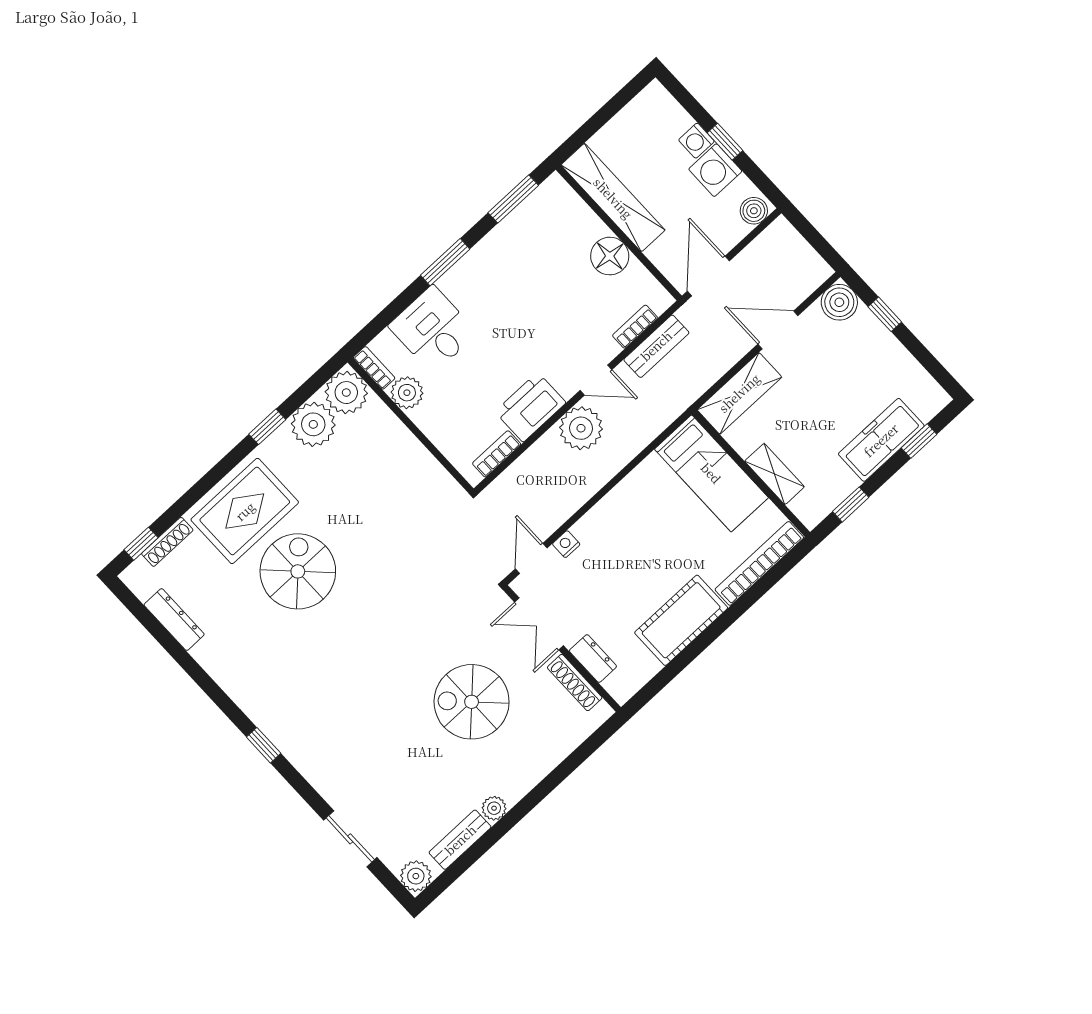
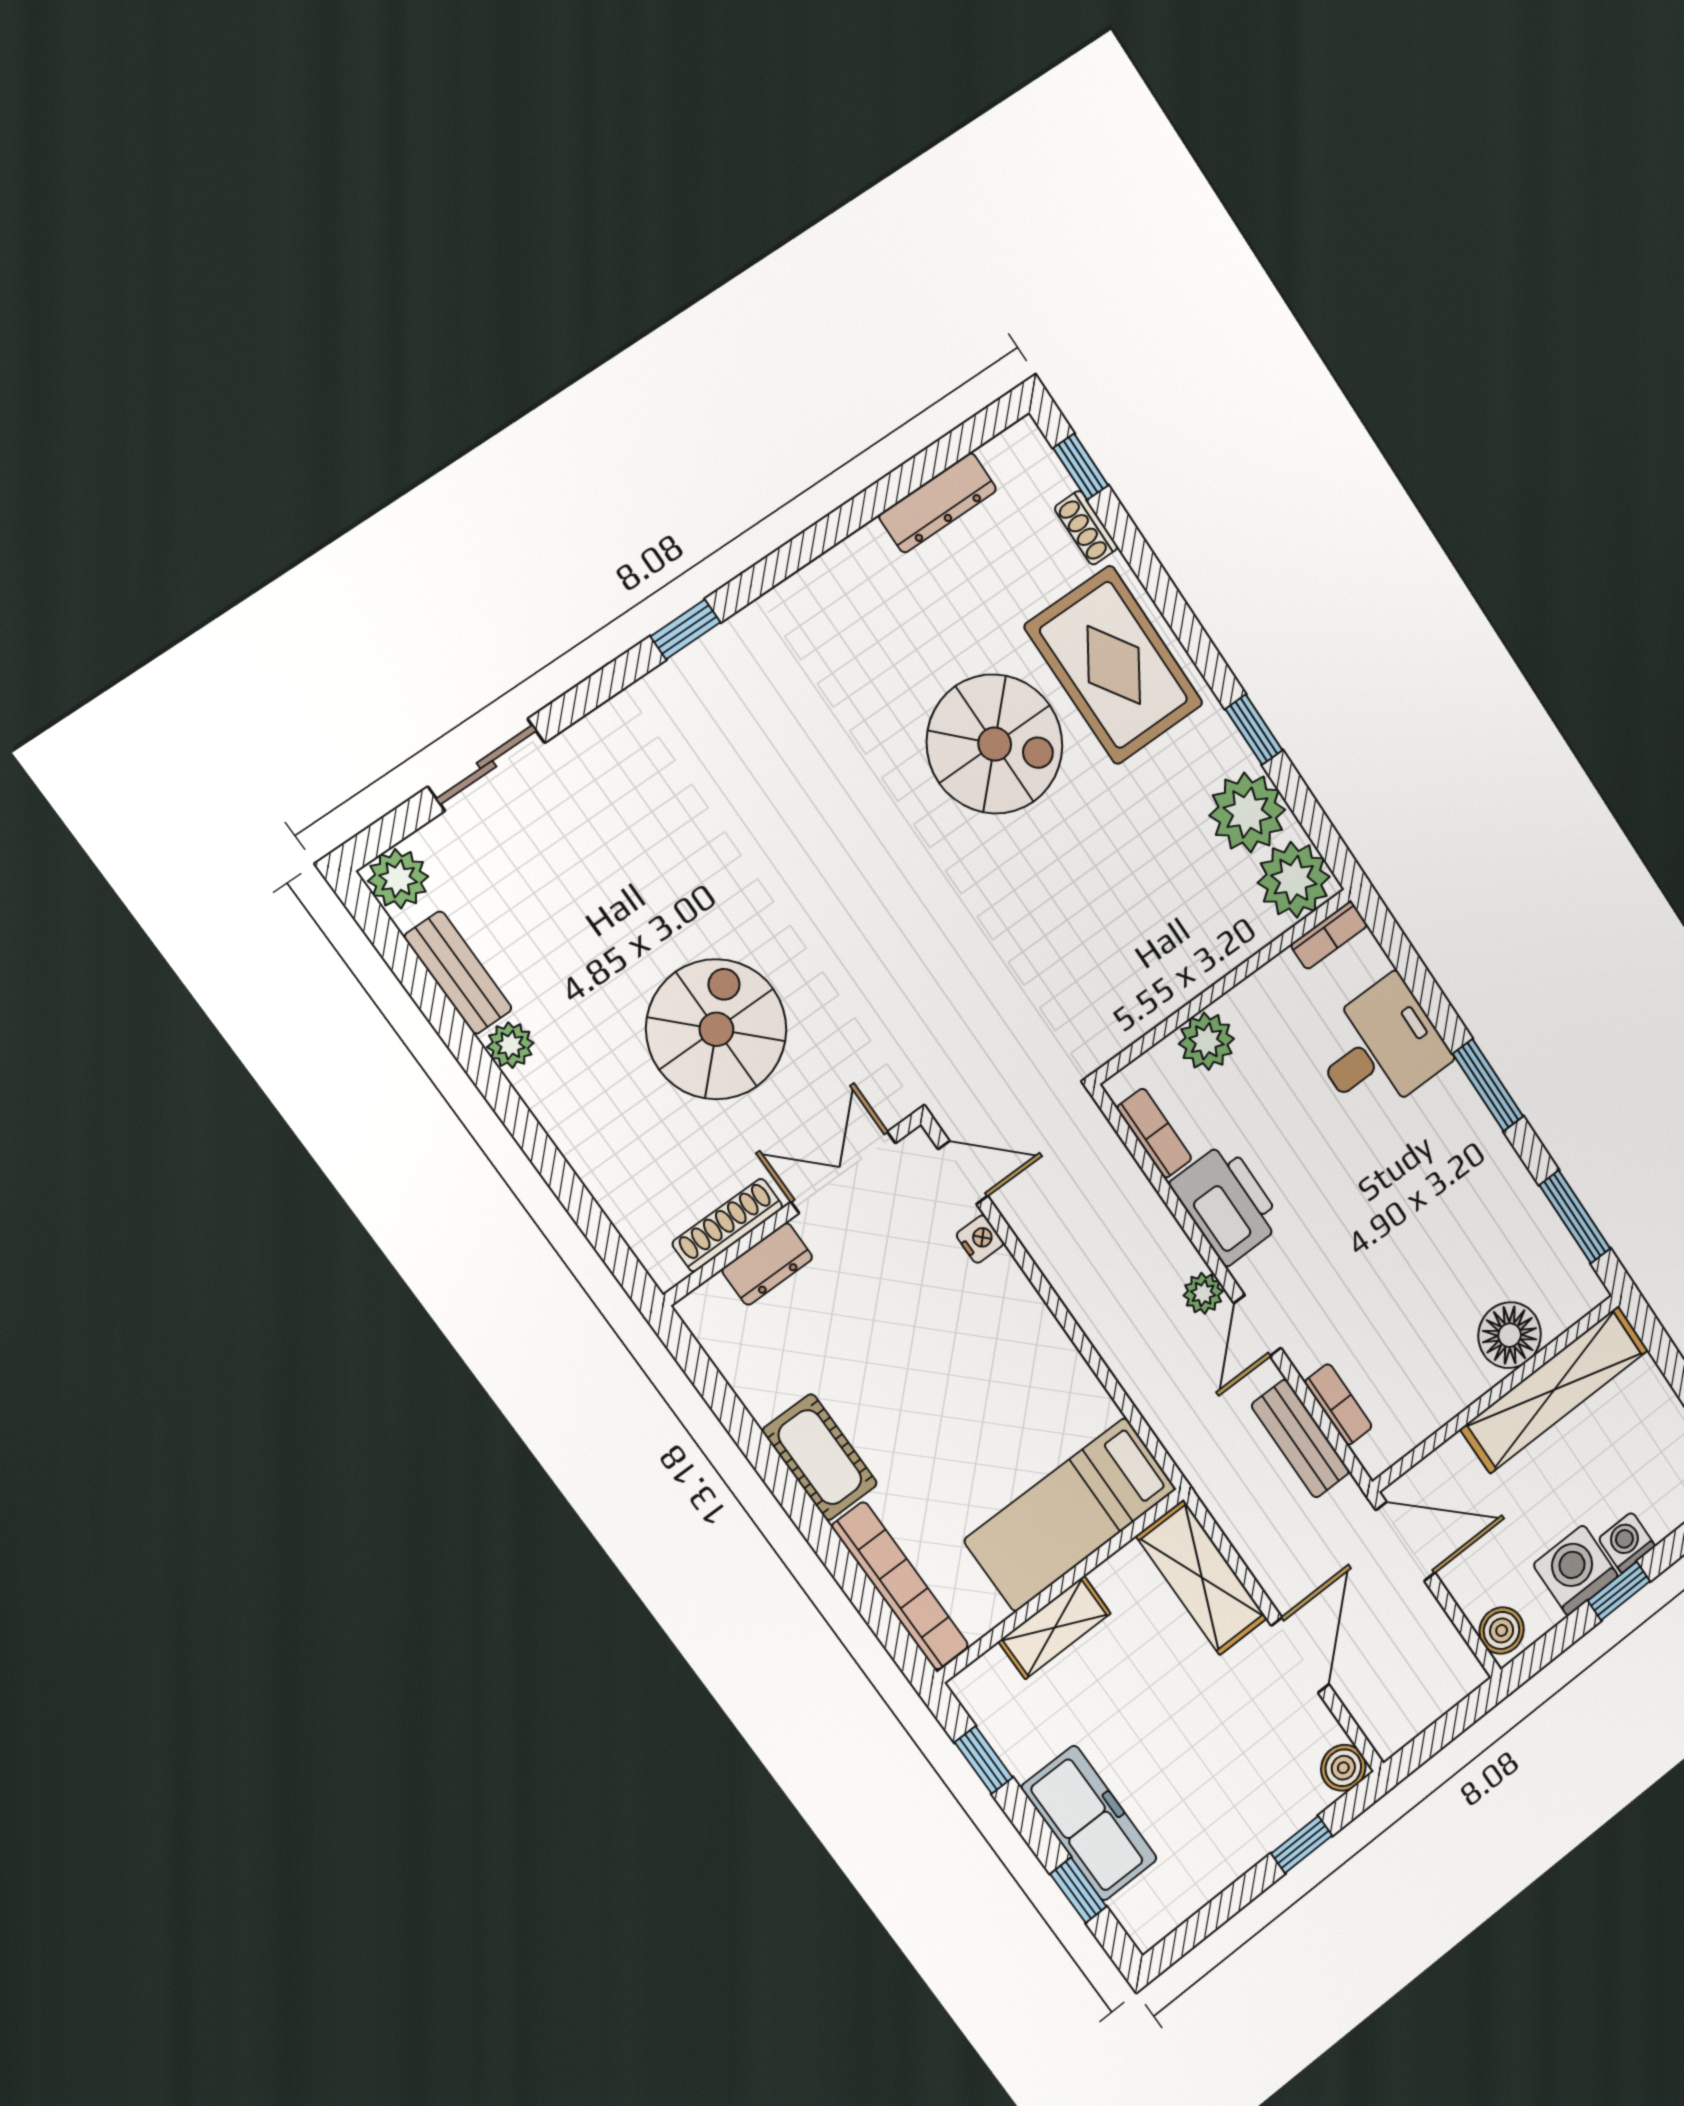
floor lamp: (610, 256) -> (1510, 1335), moved
boiler: (839, 302) -> (1343, 1768), width x0.73, depth x0.73
plant: (407, 393) -> (1206, 1041), moved
plant: (581, 428) -> (1203, 1293), width x0.53, depth x0.53
shoe rack: (167, 542) -> (1086, 528), width x0.70
cot: (681, 620) -> (820, 1457), width x0.73, depth x0.75

